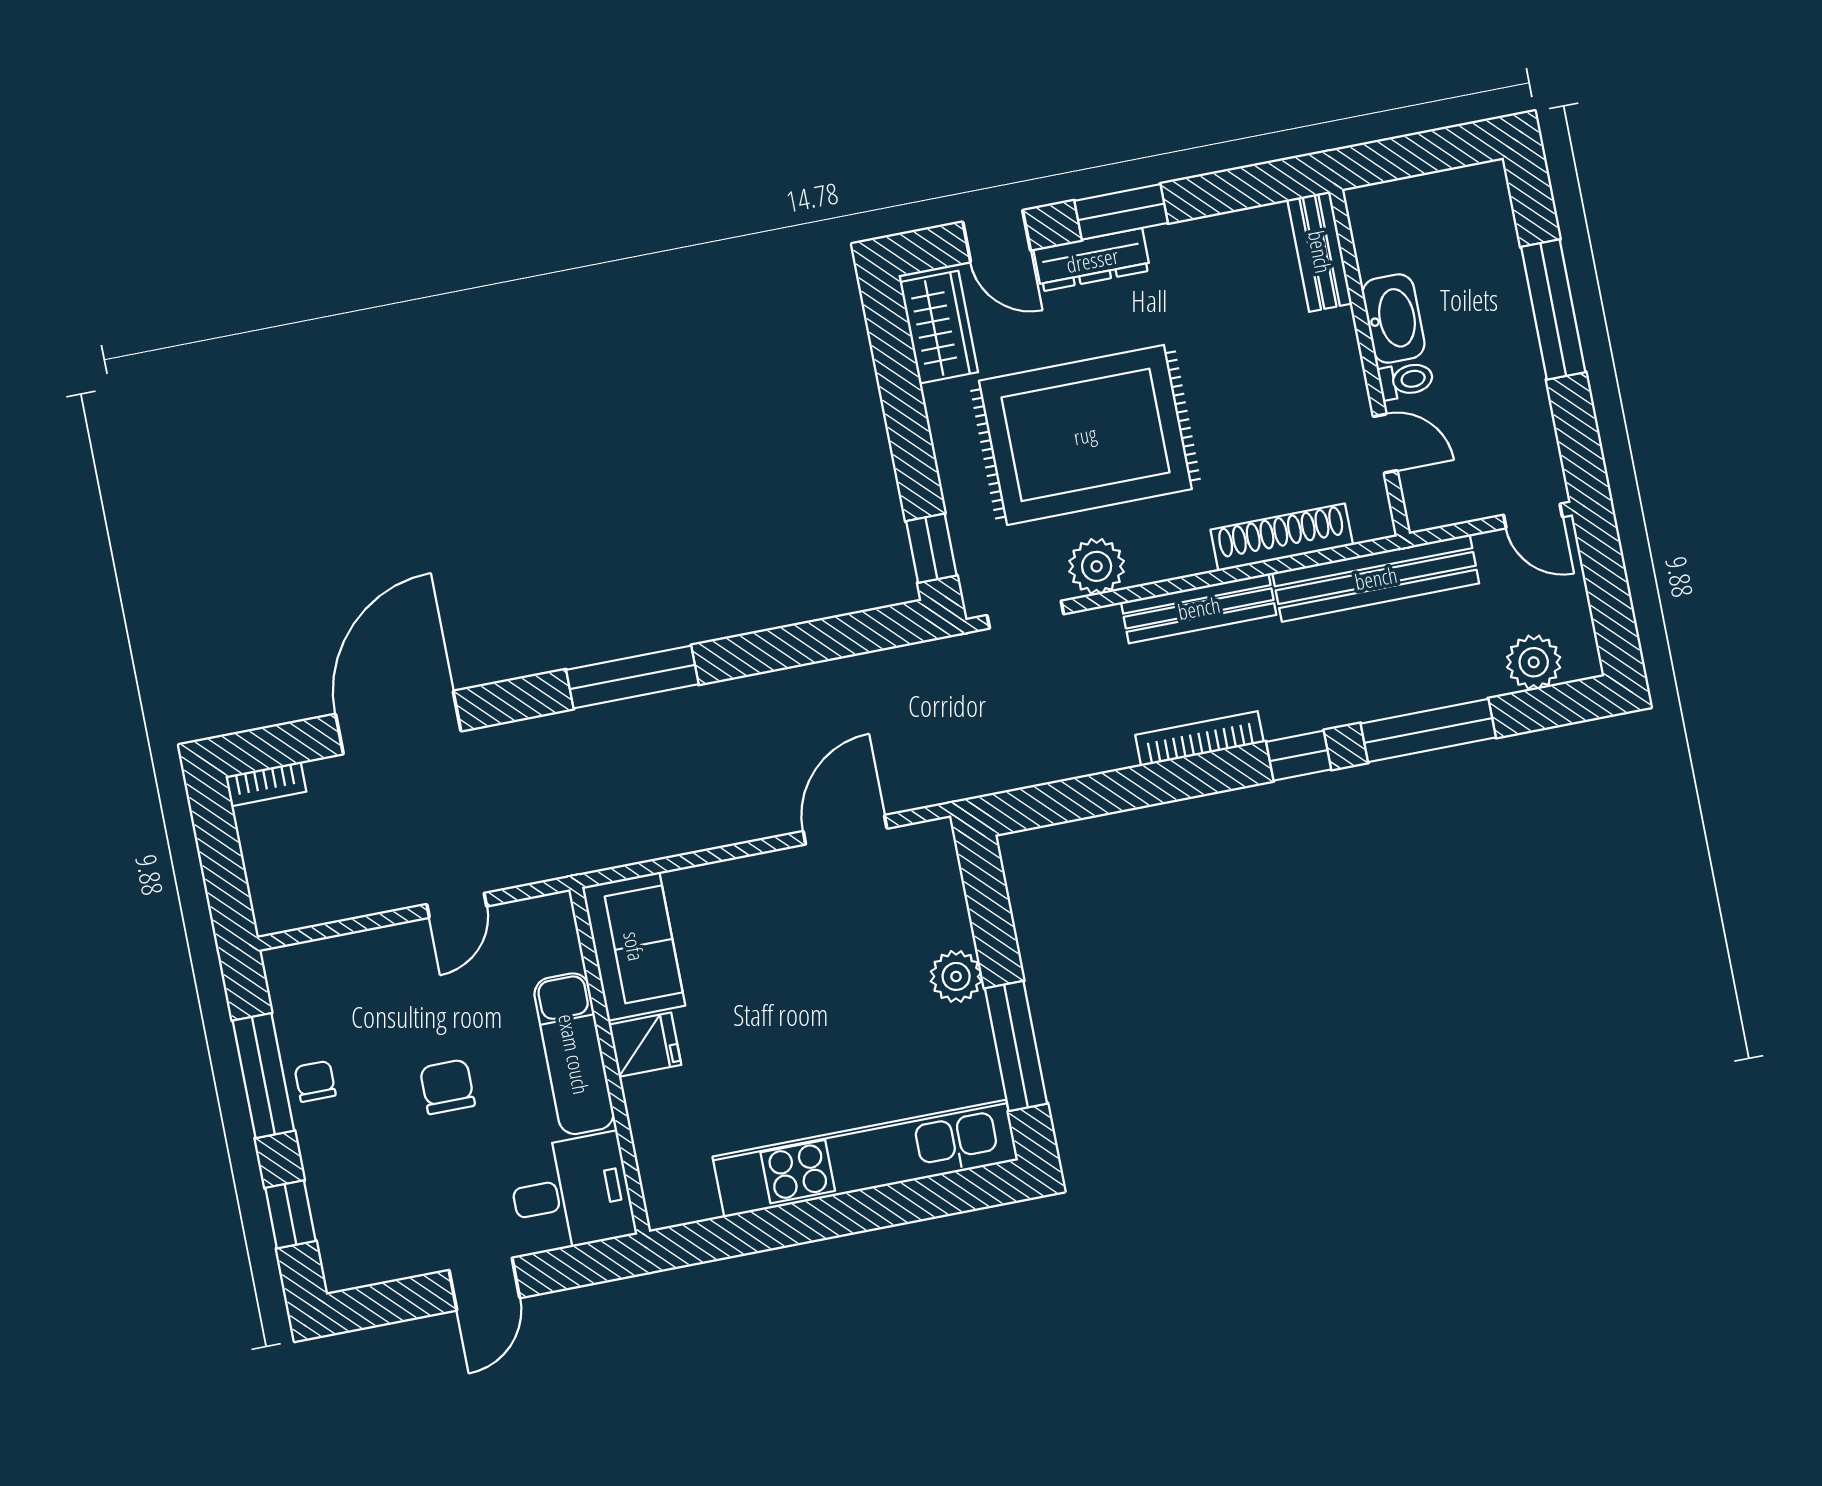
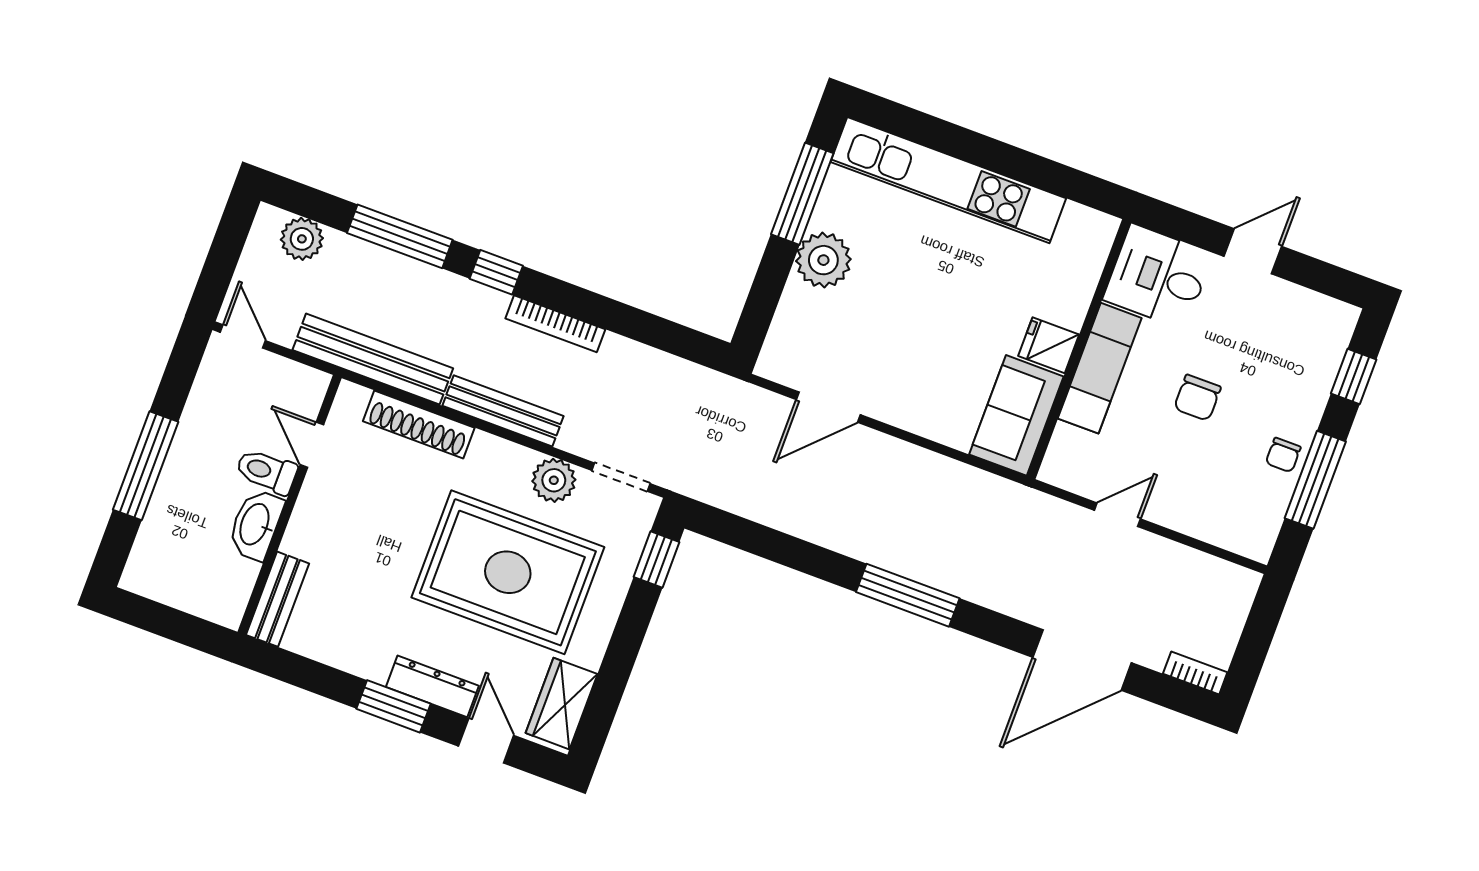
toilet: (1406, 380) -> (267, 471), width x1.37, depth x1.39
plant: (956, 976) -> (823, 260), width x1.36, depth x1.36

